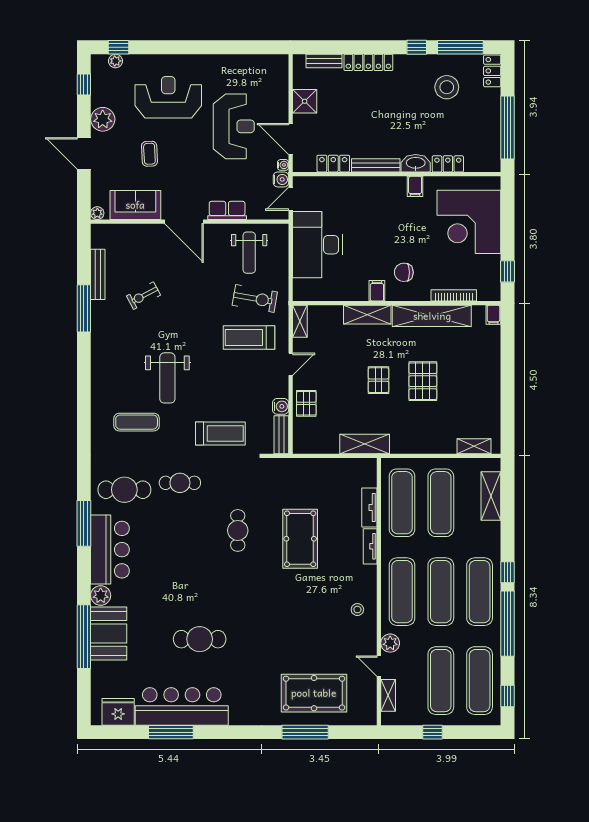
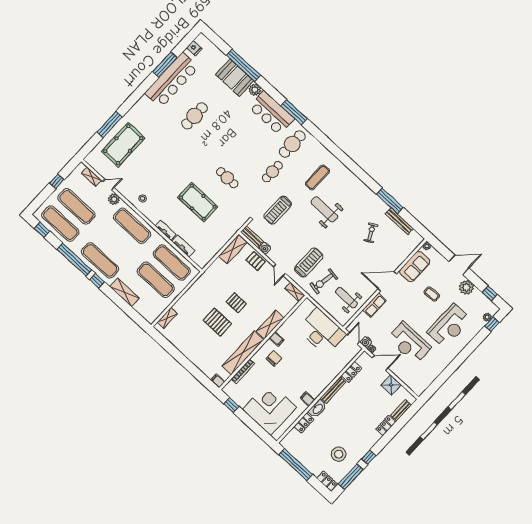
locker: (368, 62) -> (386, 426), width x0.66
shelving: (365, 444) -> (233, 249), moved
shelving: (491, 496) -> (124, 292), moved
exercise mat: (441, 592) -> (116, 243), removed
fridge: (118, 712) -> (194, 48), width x0.53, depth x0.75

